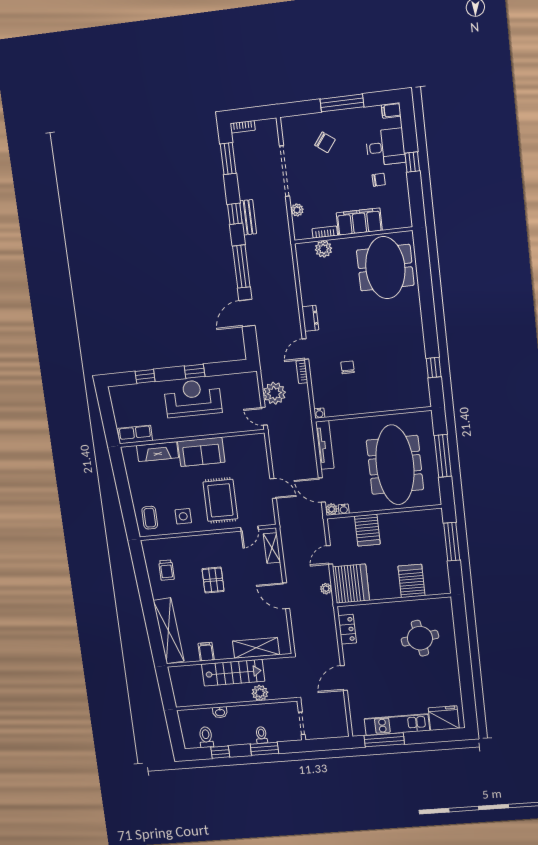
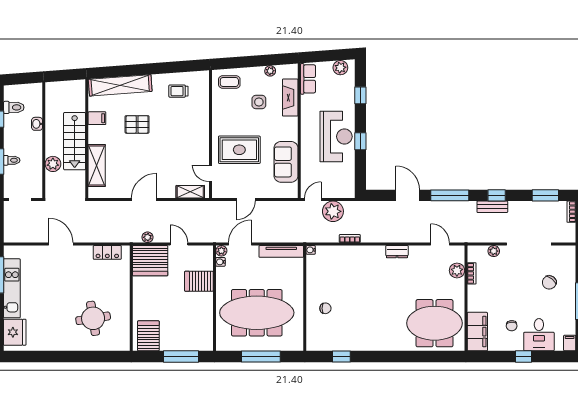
filing cabinet: (359, 222) -> (477, 332), moved
door: (305, 349) -> (440, 244), moved
chair: (348, 367) -> (325, 308), moved
plant: (118, 401) -> (340, 68), added
sofa: (201, 452) -> (286, 162), moved
plant: (132, 476) -> (270, 71), added
side table: (183, 516) -> (259, 102), moved
pallet: (213, 580) -> (137, 124), moved
server rack: (411, 581) -> (148, 336), moved, turned -90

